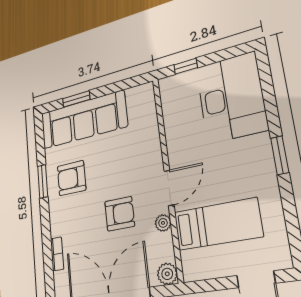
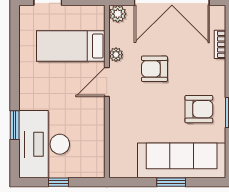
window: (186, 66) -> (58, 182), moved
window: (76, 99) -> (171, 182), moved
window: (280, 155) -> (15, 125), moved

